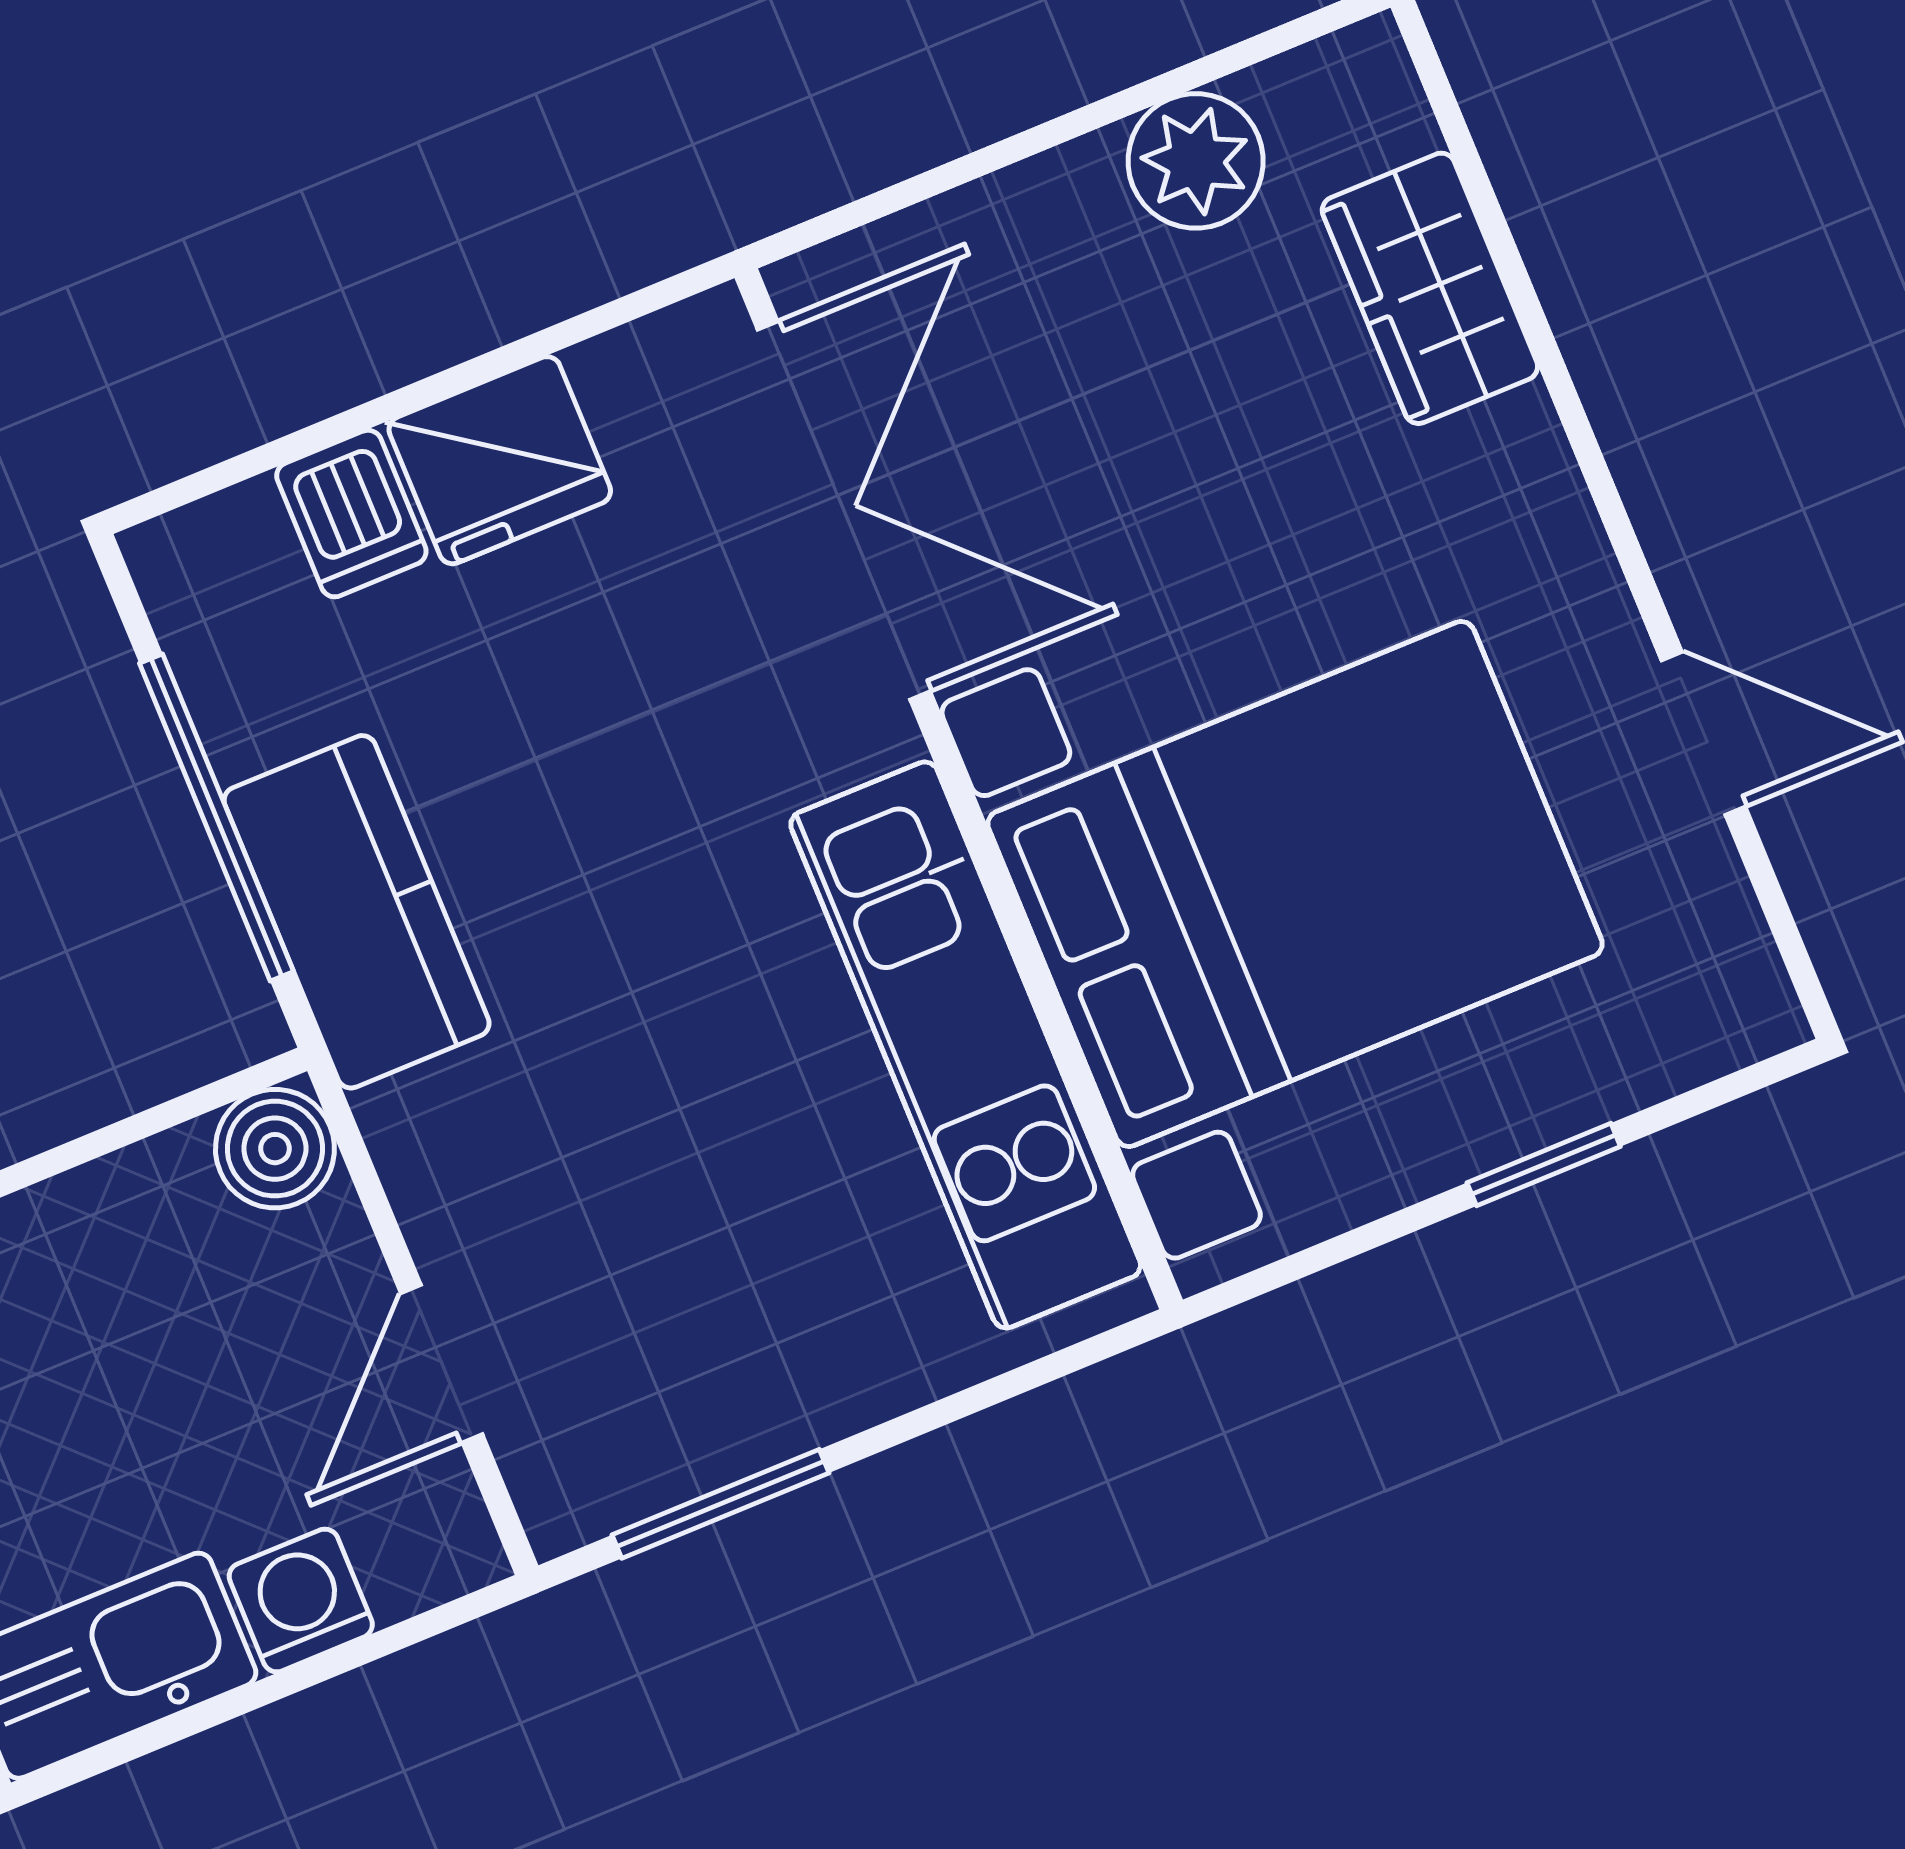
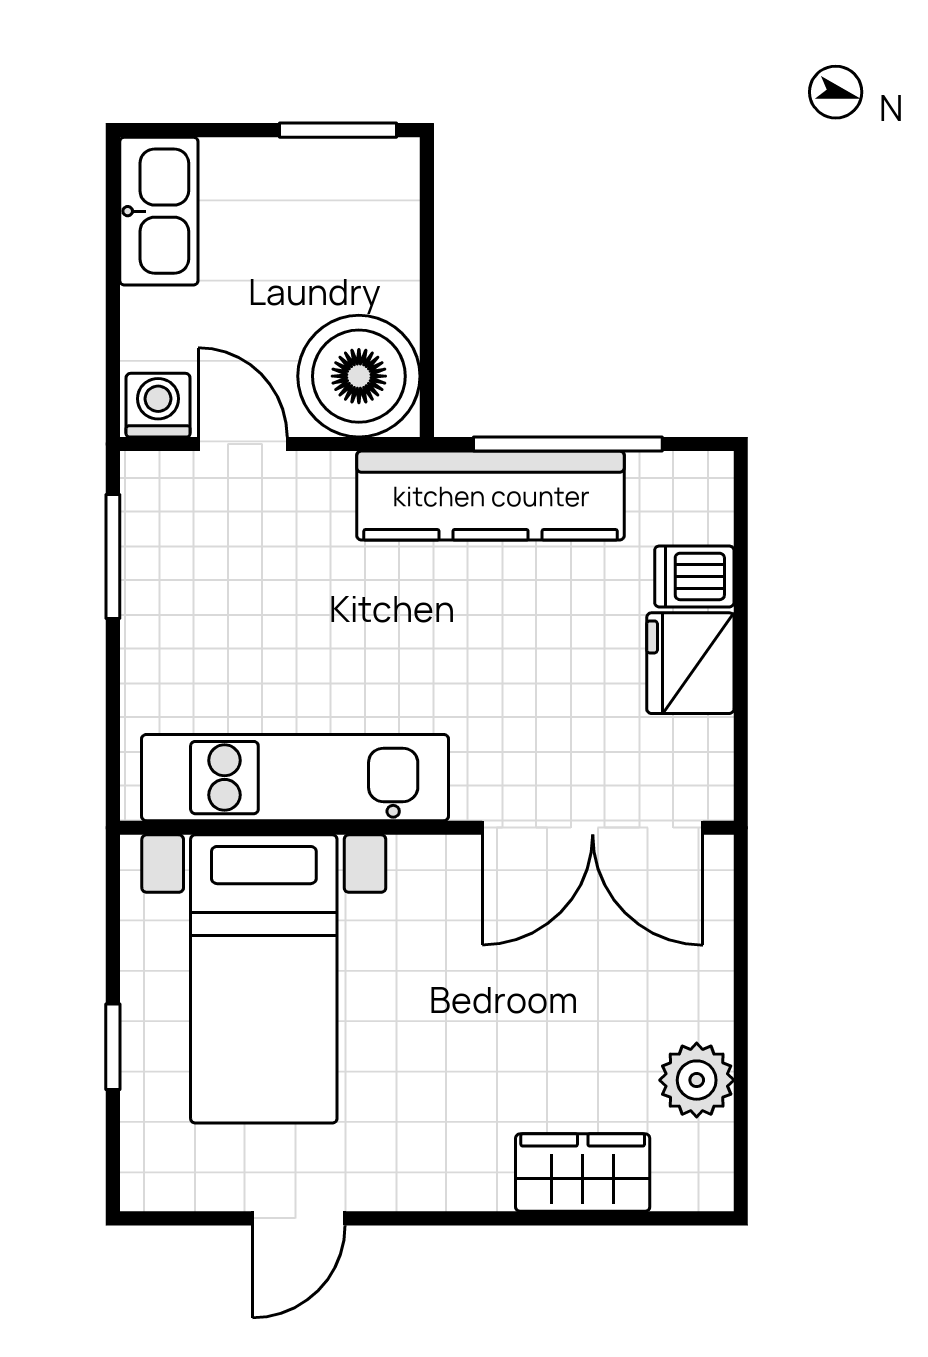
bed with nightstands: (1295, 884) -> (264, 979), width x0.73
kitchen counter: (357, 912) -> (491, 496), width x1.50
boiler: (275, 1149) -> (359, 376), width x1.86, depth x1.86
washing machine: (301, 1600) -> (158, 405), moved, turned -90

